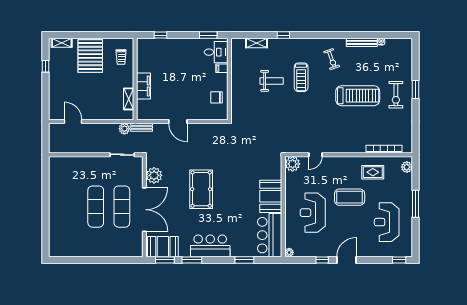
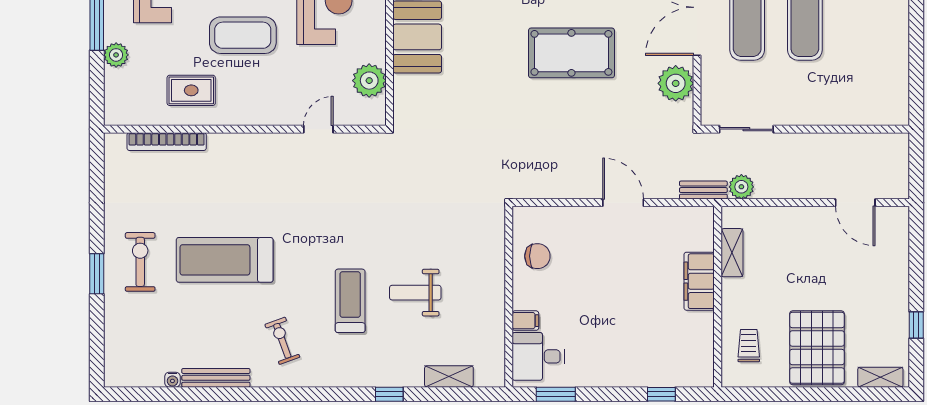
plant: (292, 164) -> (369, 81), moved
plant: (407, 167) -> (116, 55), moved
pool table: (201, 189) -> (571, 53), turned 90

